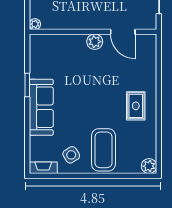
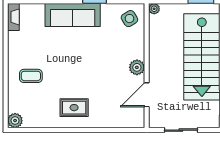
coffee table: (103, 150) -> (31, 76), width x0.54, depth x0.58
side table: (71, 155) -> (129, 19), moved

